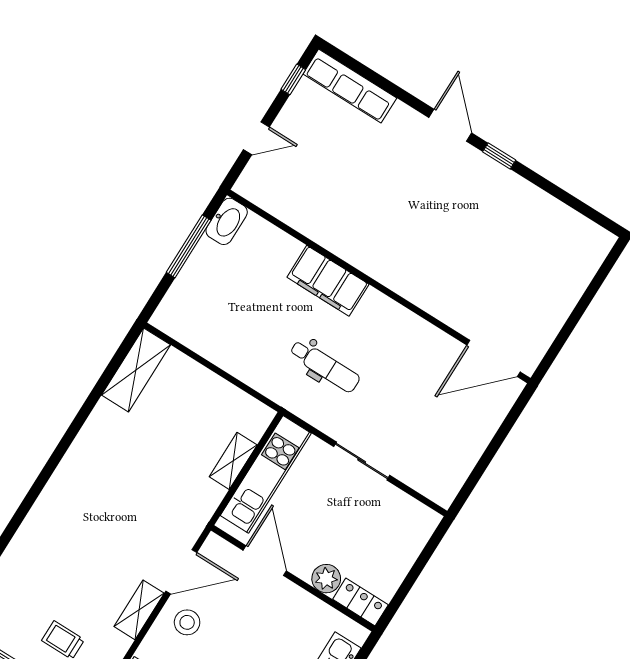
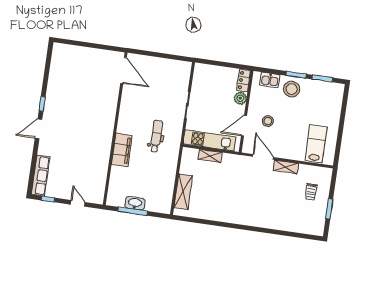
washbasin: (227, 221) -> (135, 203), moved
shelving: (136, 370) -> (183, 192), moved, turned 90
stool: (187, 622) -> (268, 121), moved

